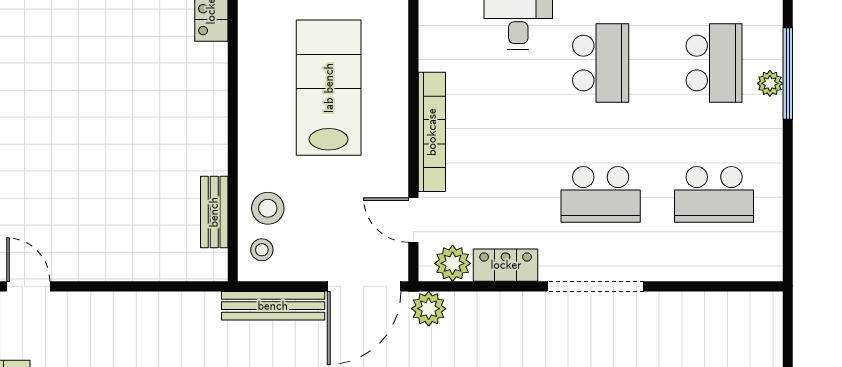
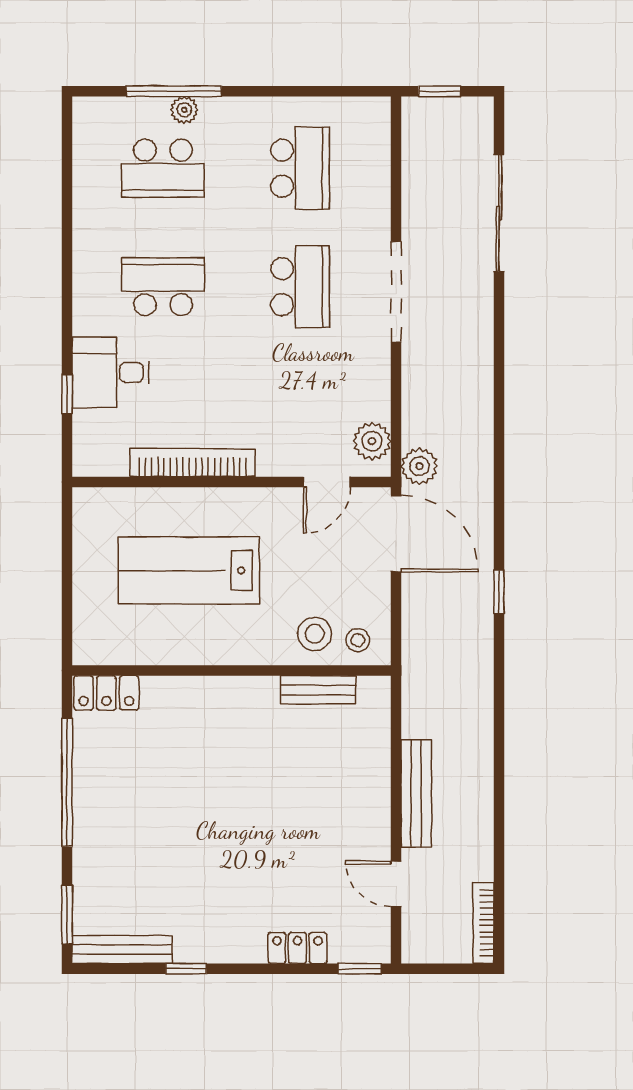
school desk: (714, 63) -> (163, 168), turned 180
bookcase: (432, 132) -> (193, 463), moved
locker: (506, 265) -> (374, 386), removed
door: (28, 286) -> (396, 884), hinge flipped
bench: (273, 306) -> (416, 793), moved
window: (788, 328) -> (440, 91), added

